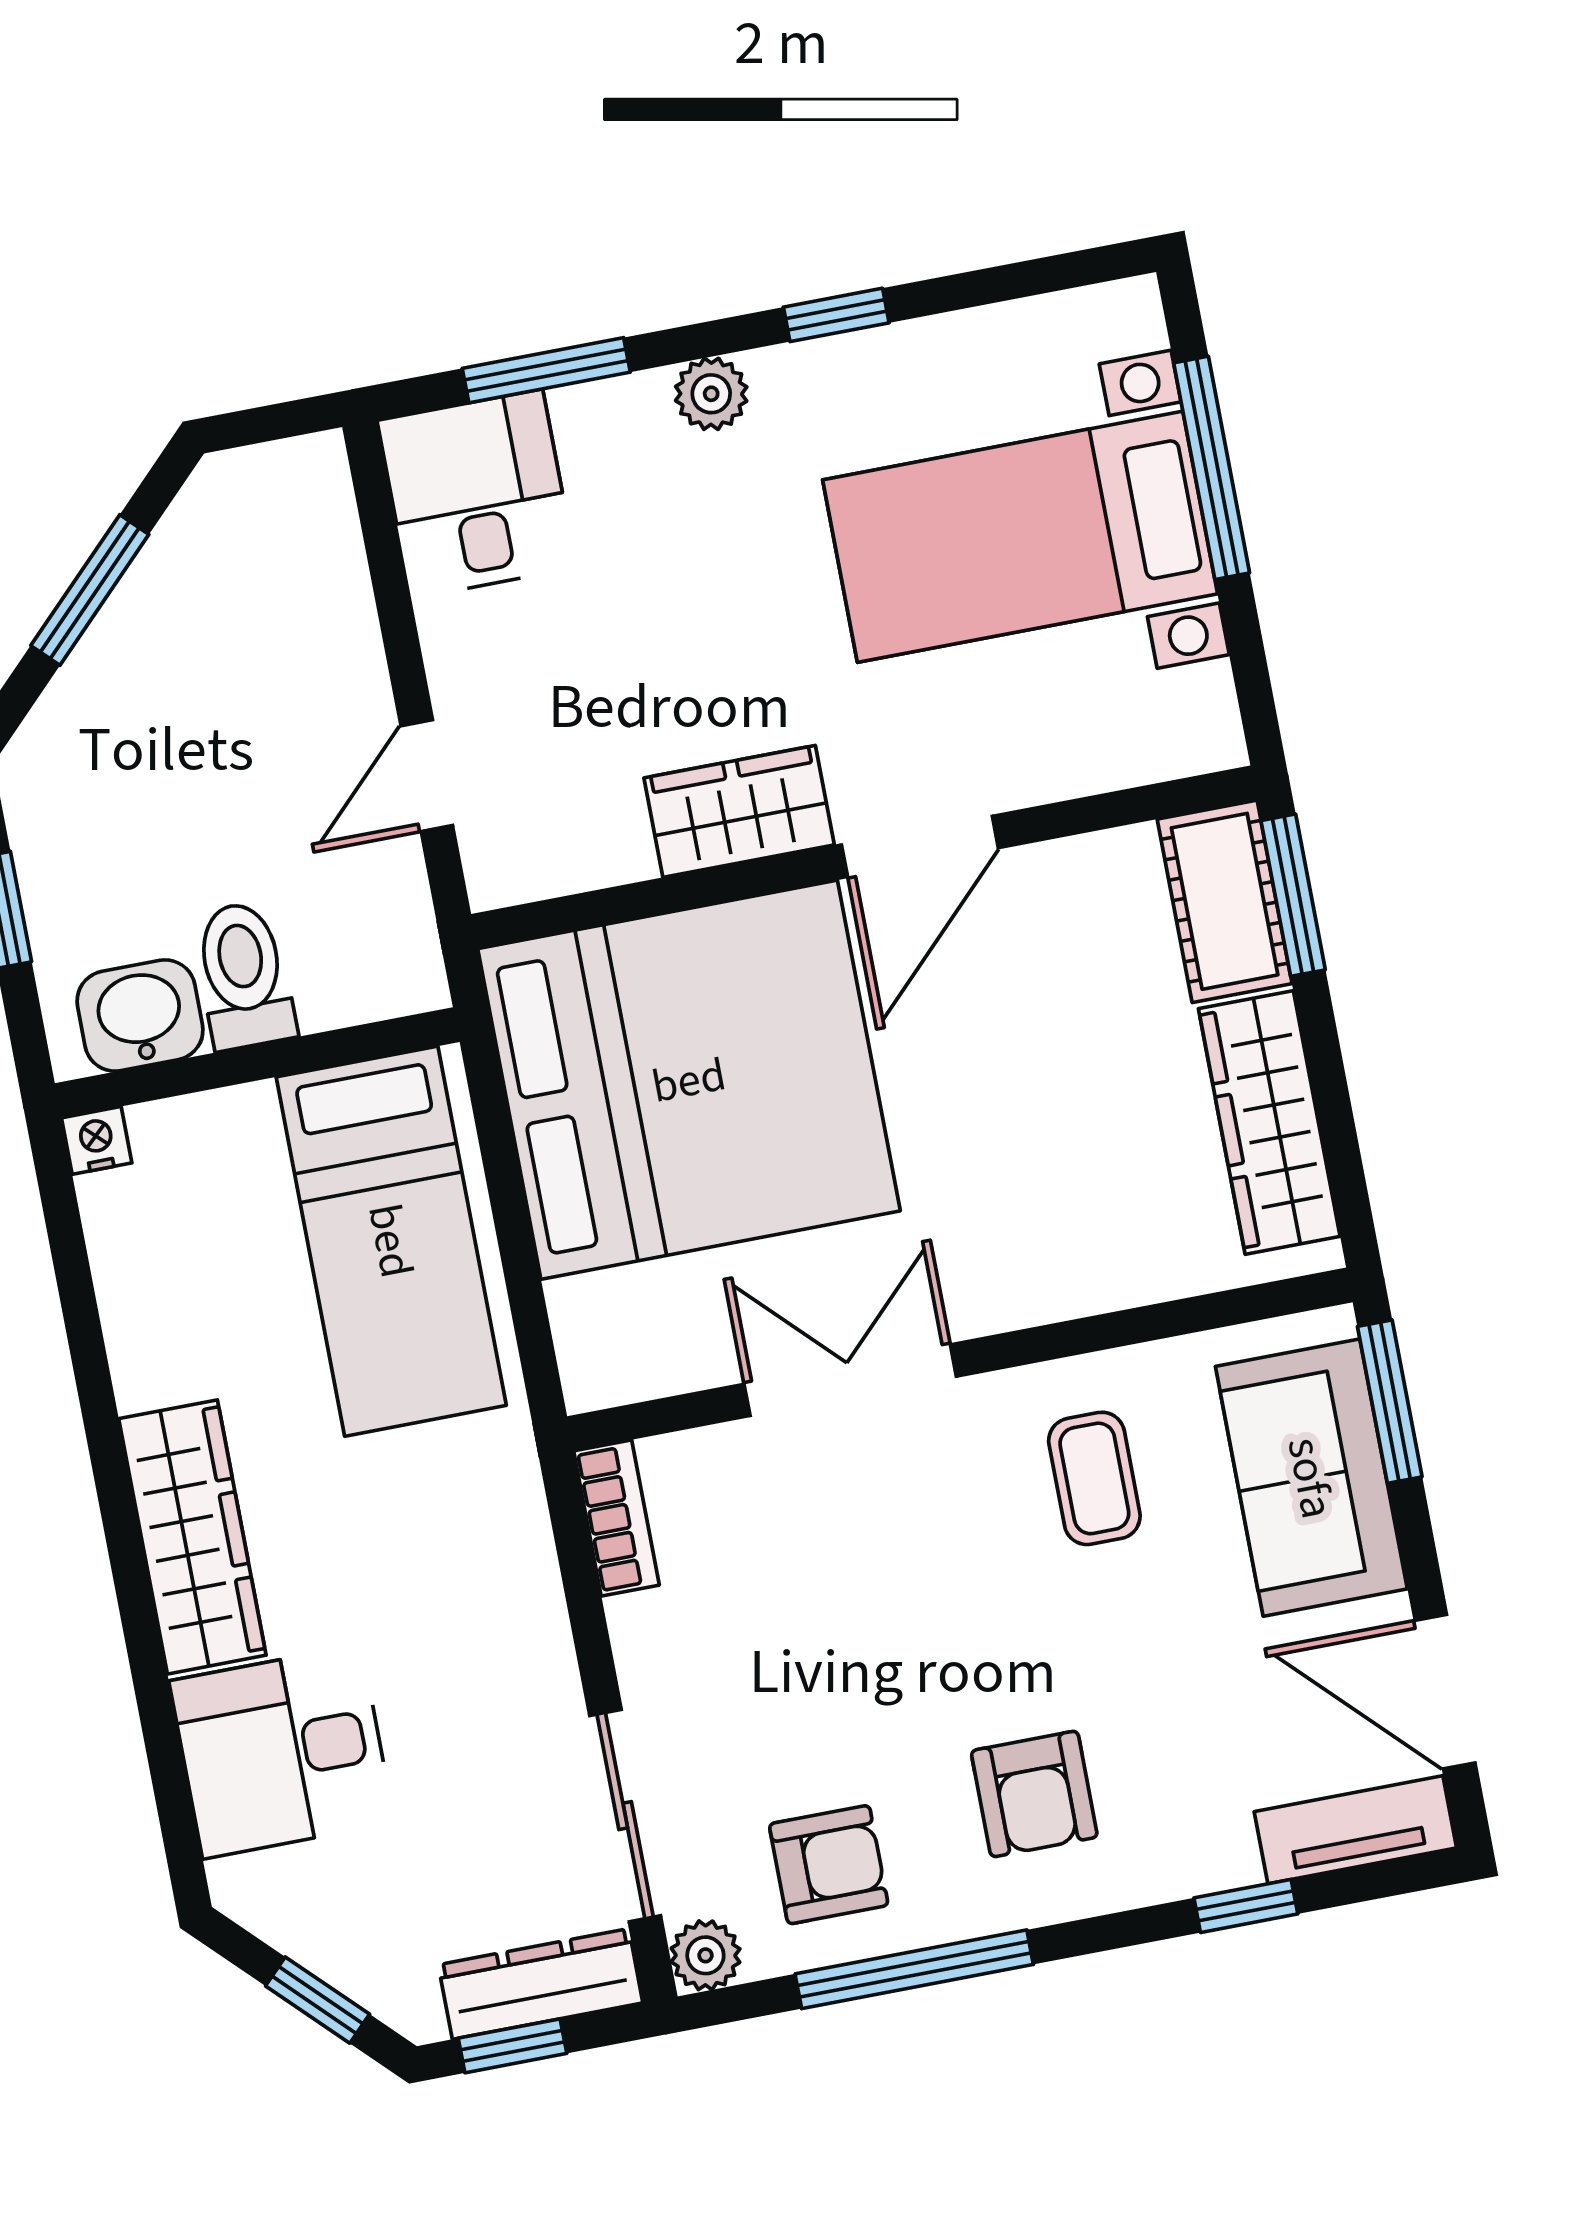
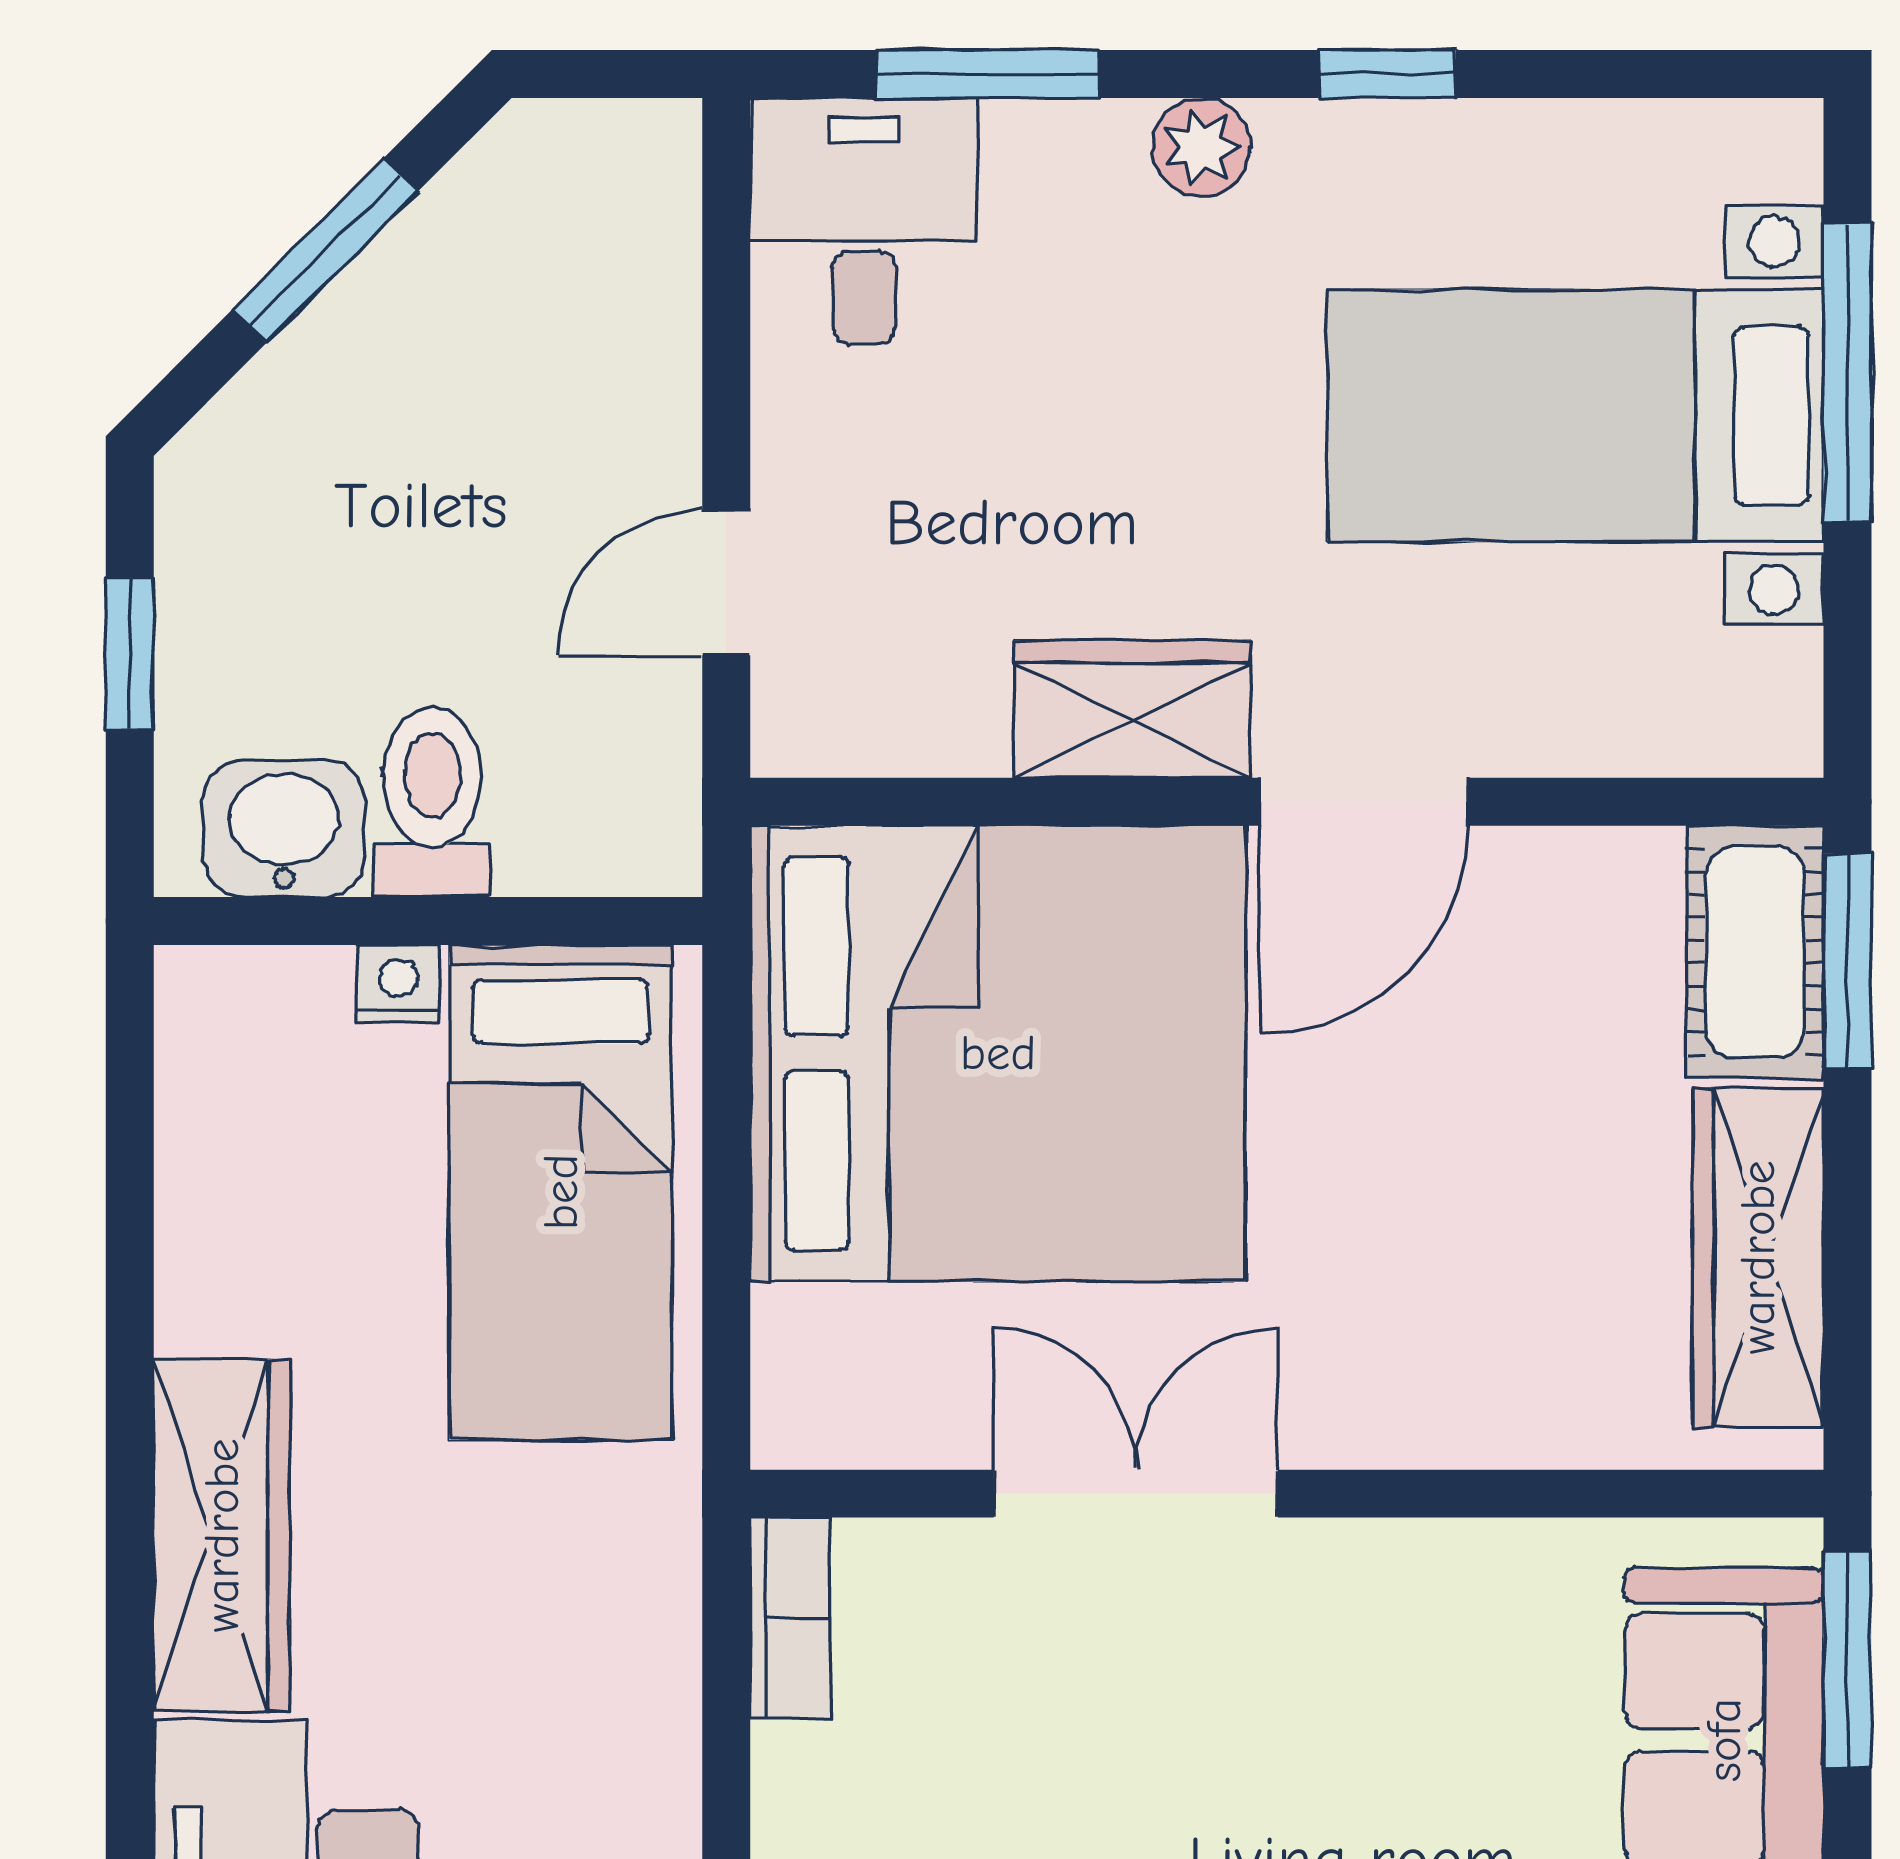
nightstand: (97, 1140) -> (399, 984), moved
coffee table: (1094, 1478) -> (1435, 1686), removed

